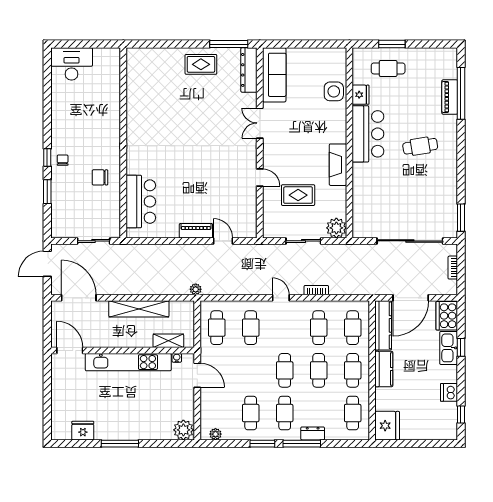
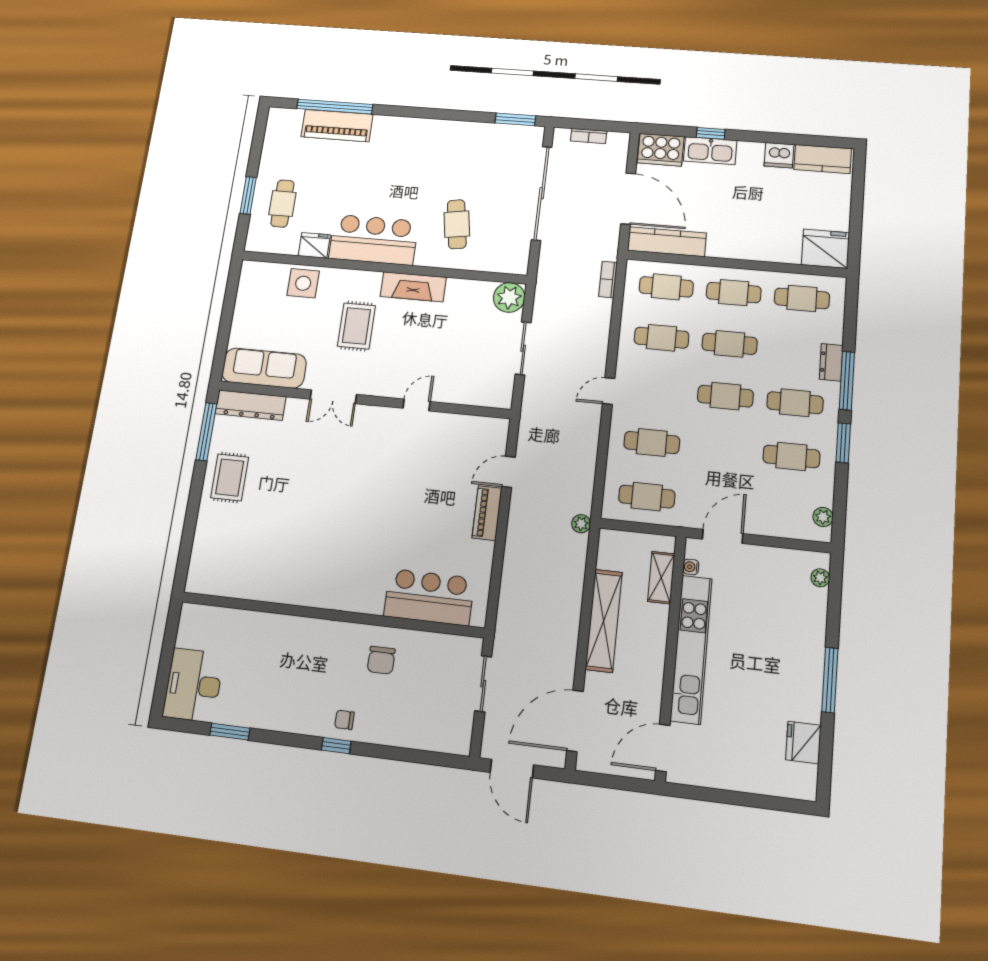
piano: (450, 97) -> (337, 126), width x1.37, depth x1.33
cafe table: (420, 146) -> (457, 224), moved
window: (47, 192) -> (230, 732), moved
rug: (298, 195) -> (356, 326), moved
bookcase: (316, 290) -> (608, 280), moved
kitchen counter: (384, 369) -> (823, 159), moved, turned 180
window: (461, 415) -> (815, 141), removed
plant: (183, 430) -> (820, 578), width x0.53, depth x0.53

